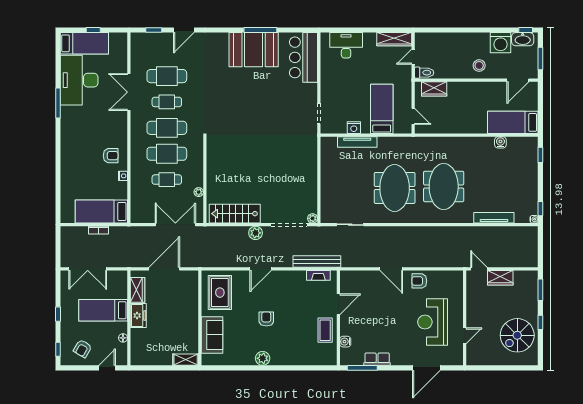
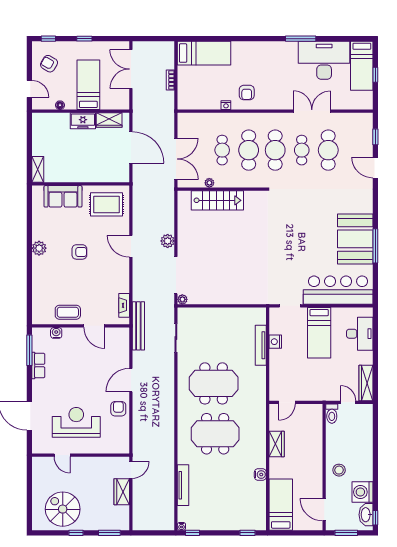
bar counter: (303, 57) -> (338, 290), width x1.36
wardrobe: (434, 89) -> (277, 444), moved, turned 180
bed: (382, 109) -> (319, 333), moved, turned 90
water cooler: (500, 142) -> (260, 475), moved
bed: (101, 212) -> (204, 53), moved, turned 90
stairs: (235, 214) -> (217, 200), moved, turned 90
bench: (317, 261) -> (138, 326), moved

